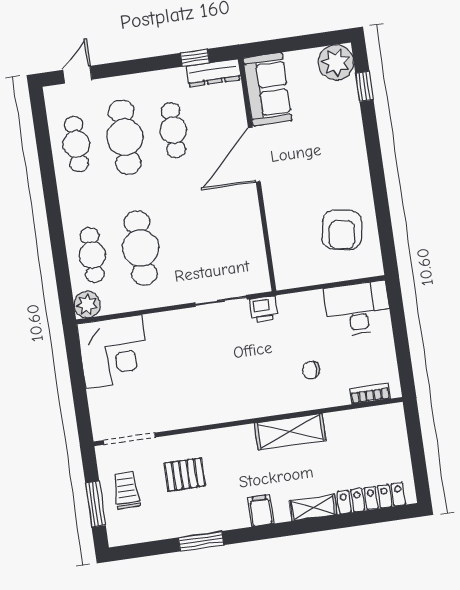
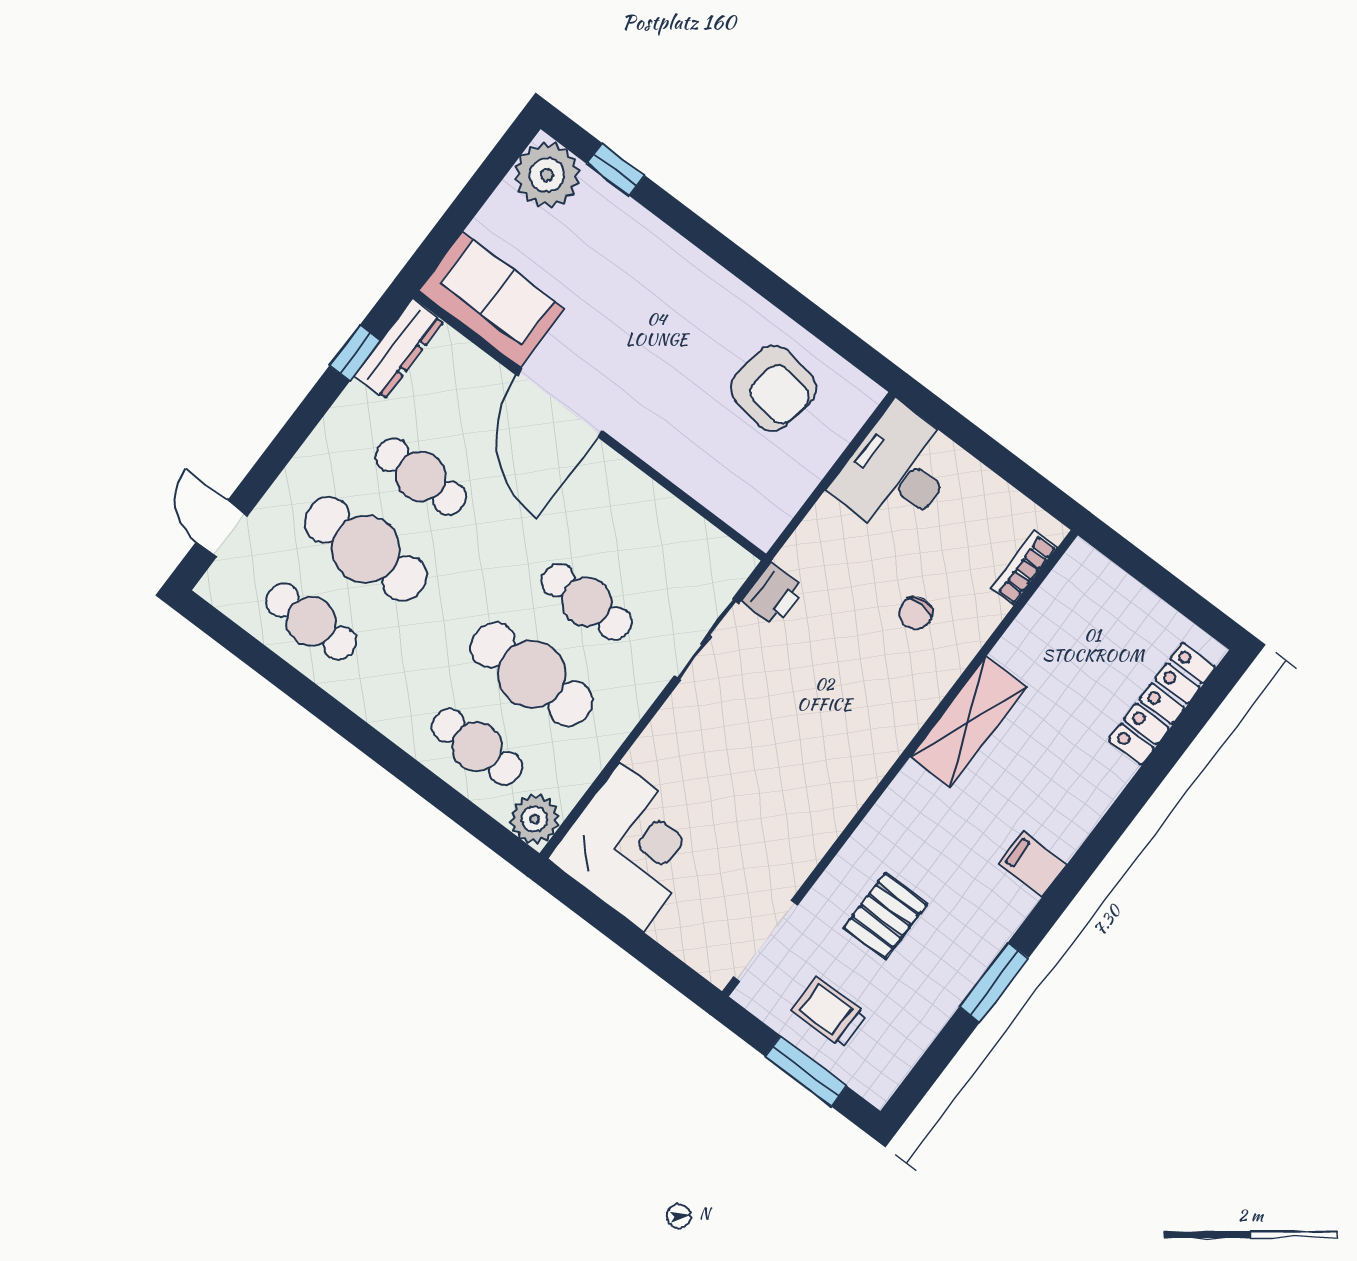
cafe table: (189, 241) -> (587, 602), added
shelving: (313, 508) -> (1098, 792), removed

